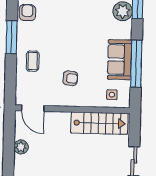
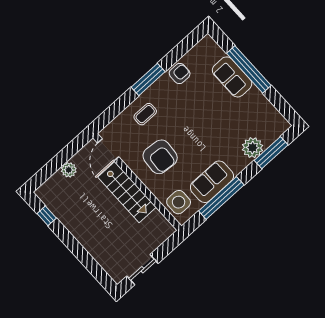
armchair: (70, 78) -> (160, 157), width x1.88, depth x1.88
side table: (112, 95) -> (179, 202), width x1.87, depth x1.87
stairs: (99, 123) -> (127, 192), moved

